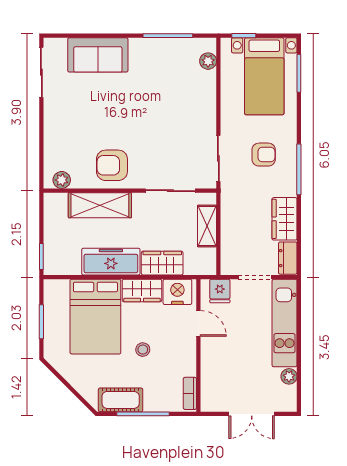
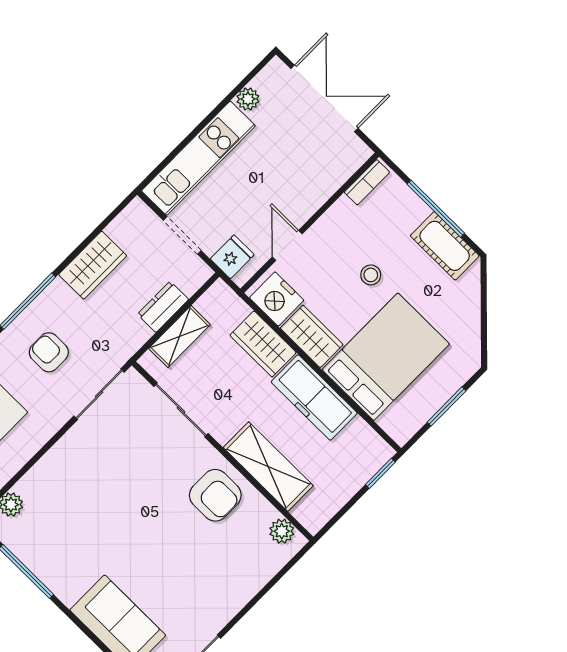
dresser: (288, 258) -> (163, 307), moved, turned 180
double door: (252, 414) -> (324, 98), width x1.37

